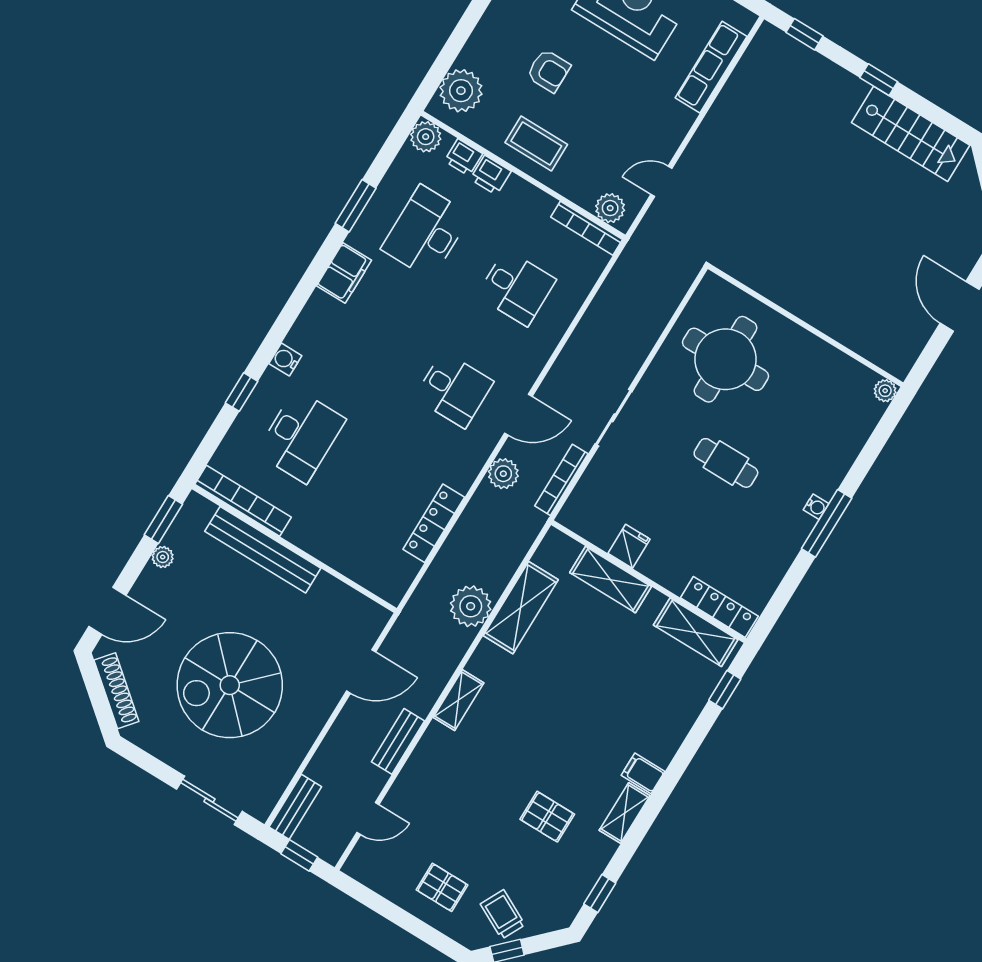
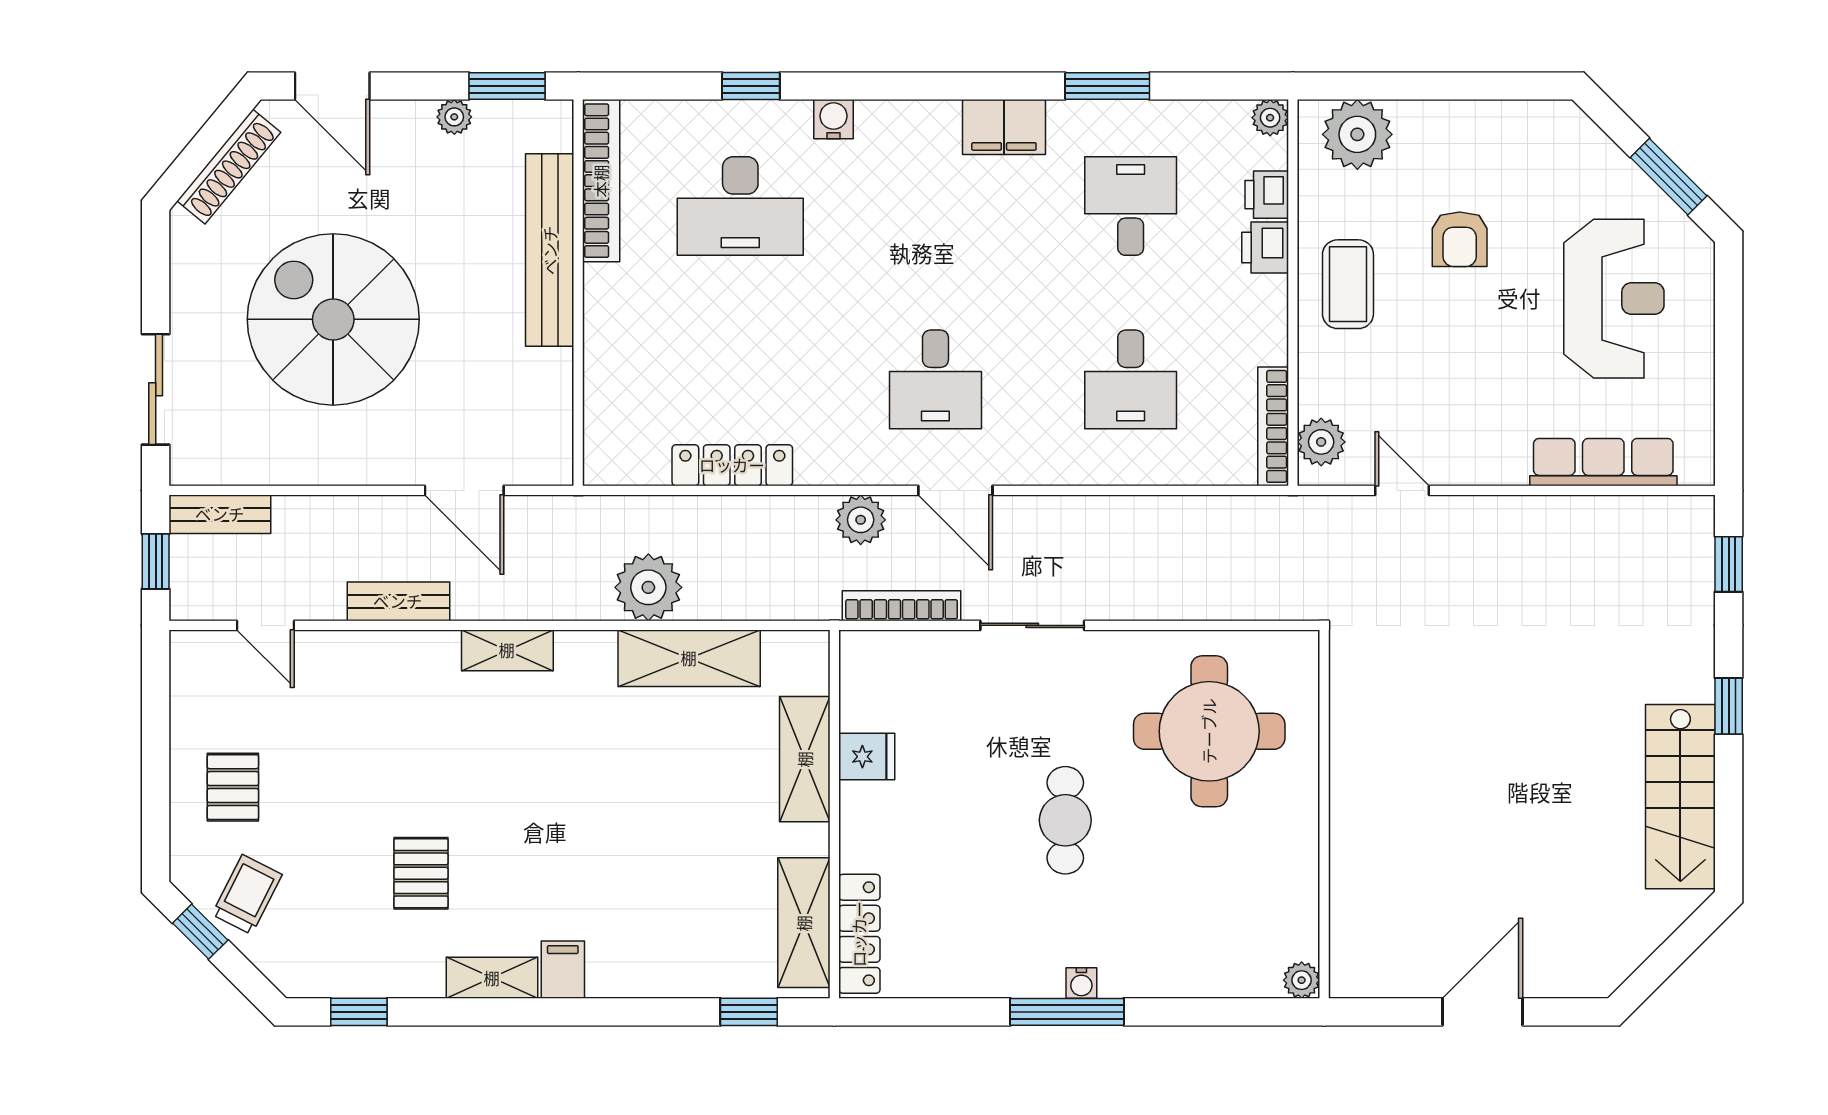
plant: (426, 137) -> (1270, 118), width x0.73, depth x0.73
desk: (426, 232) -> (1131, 206), width x0.73

